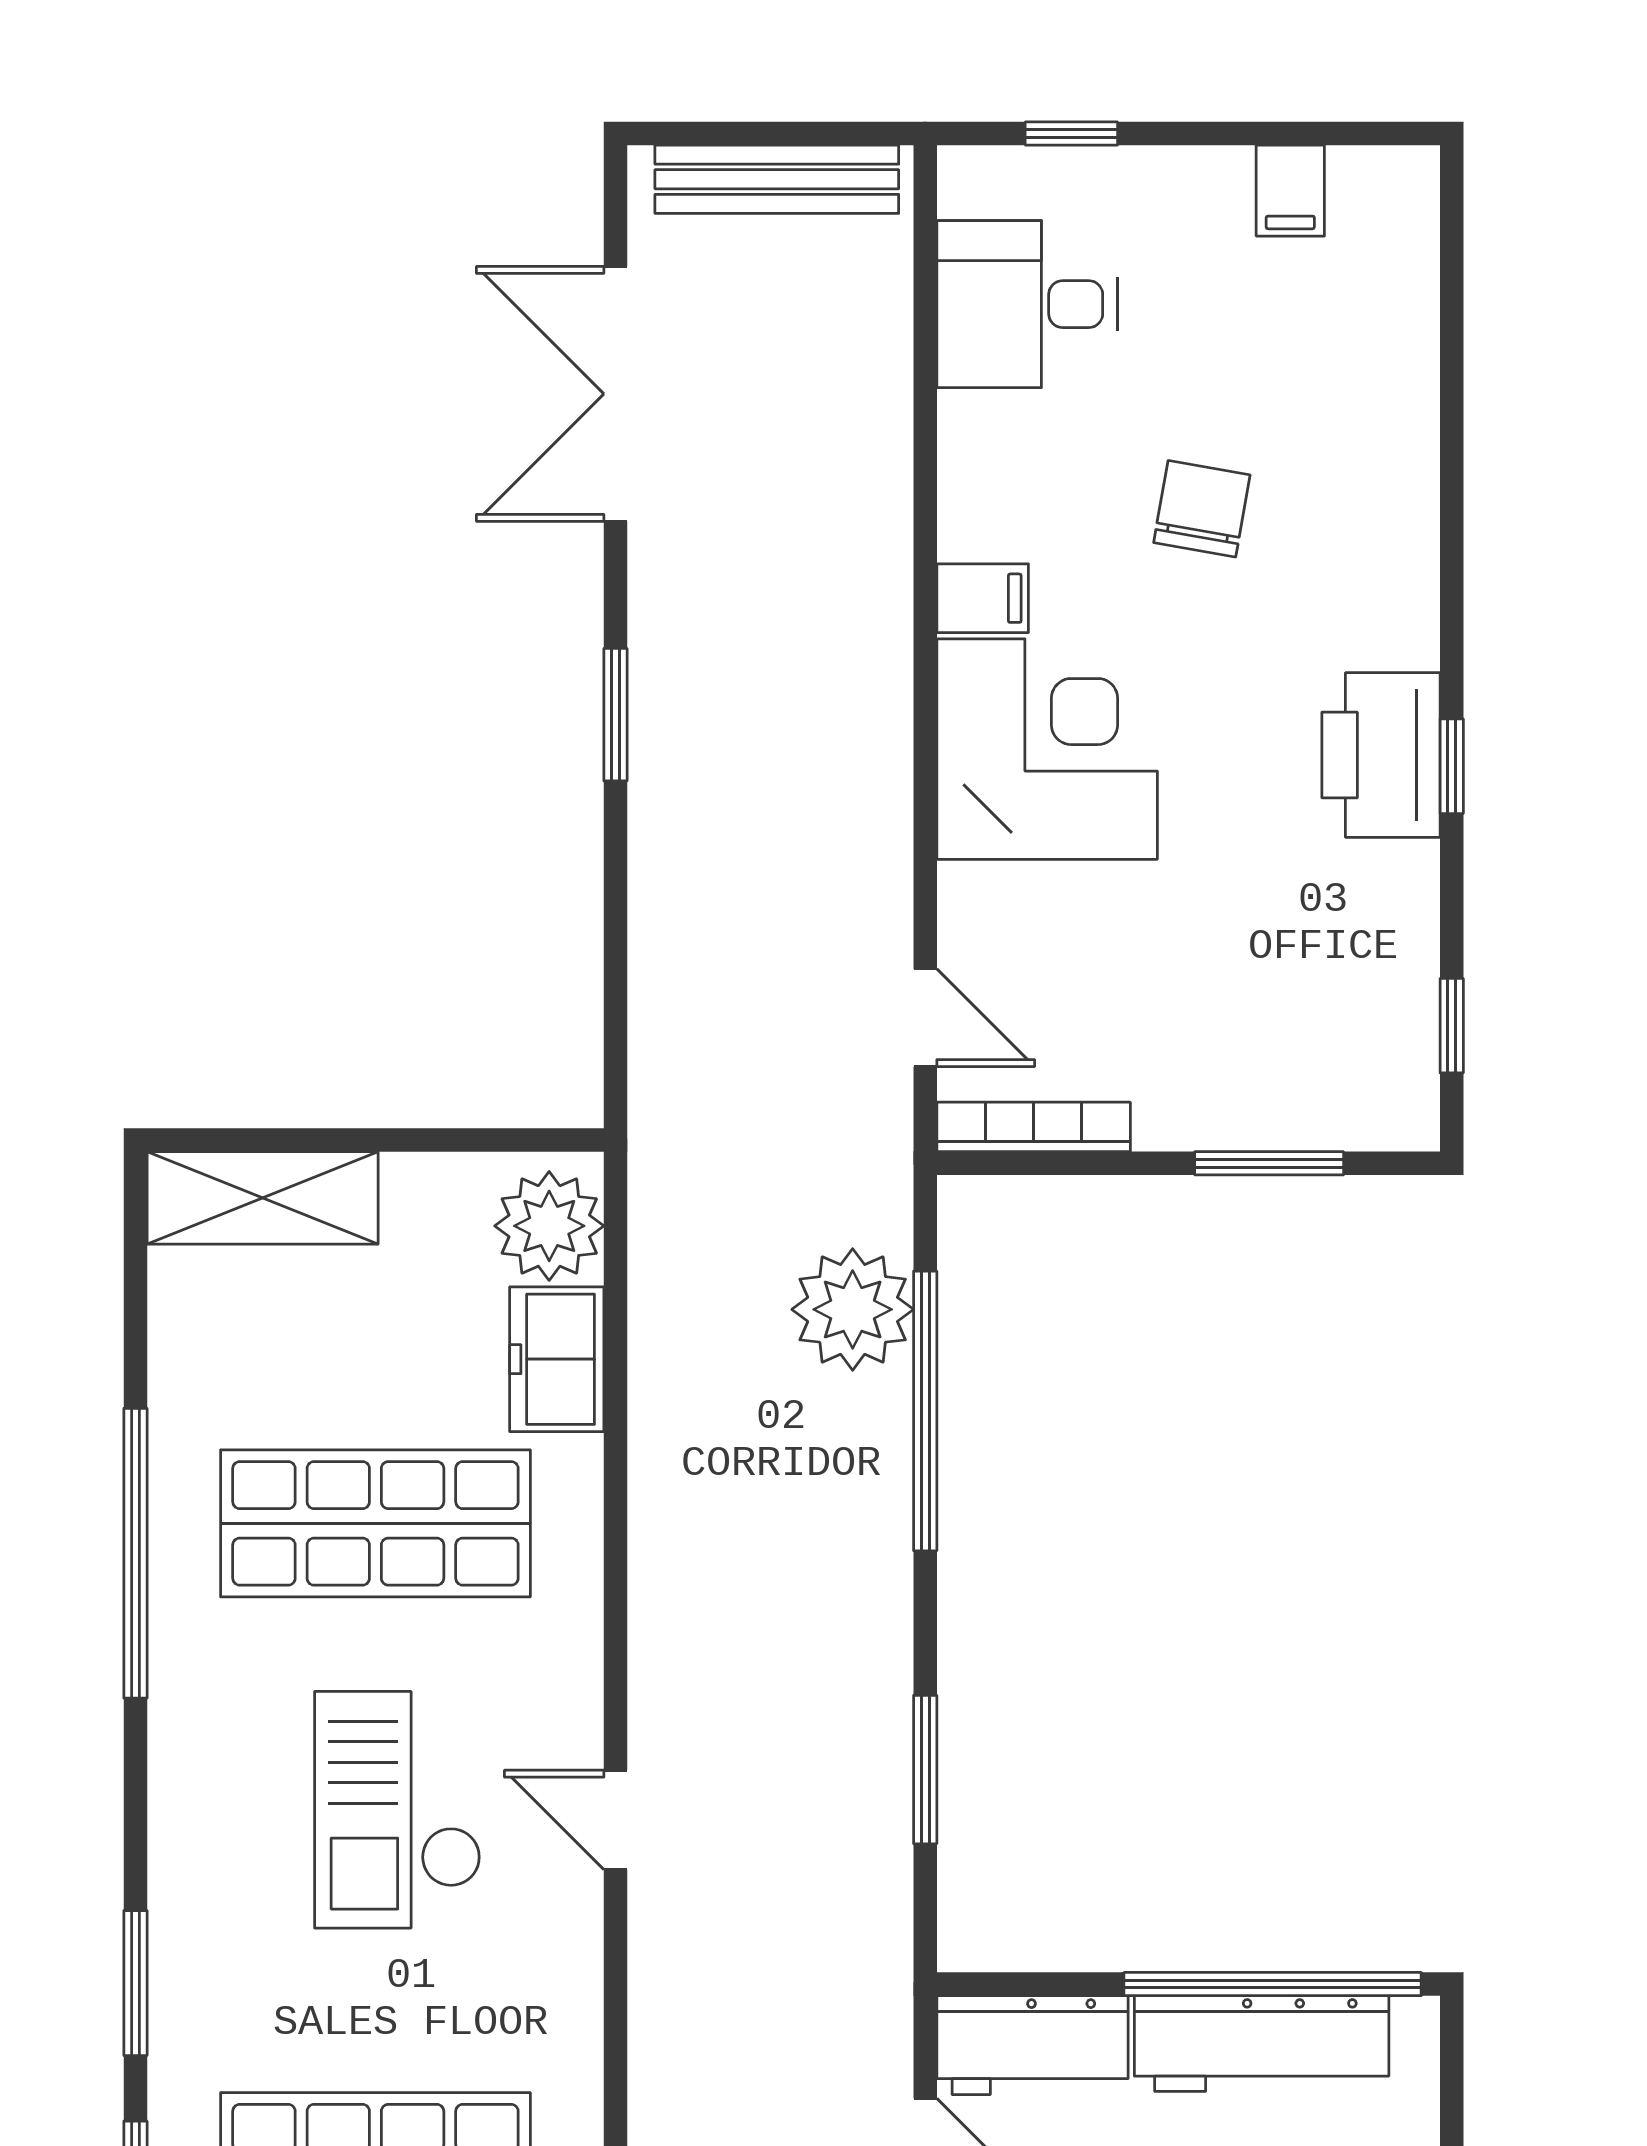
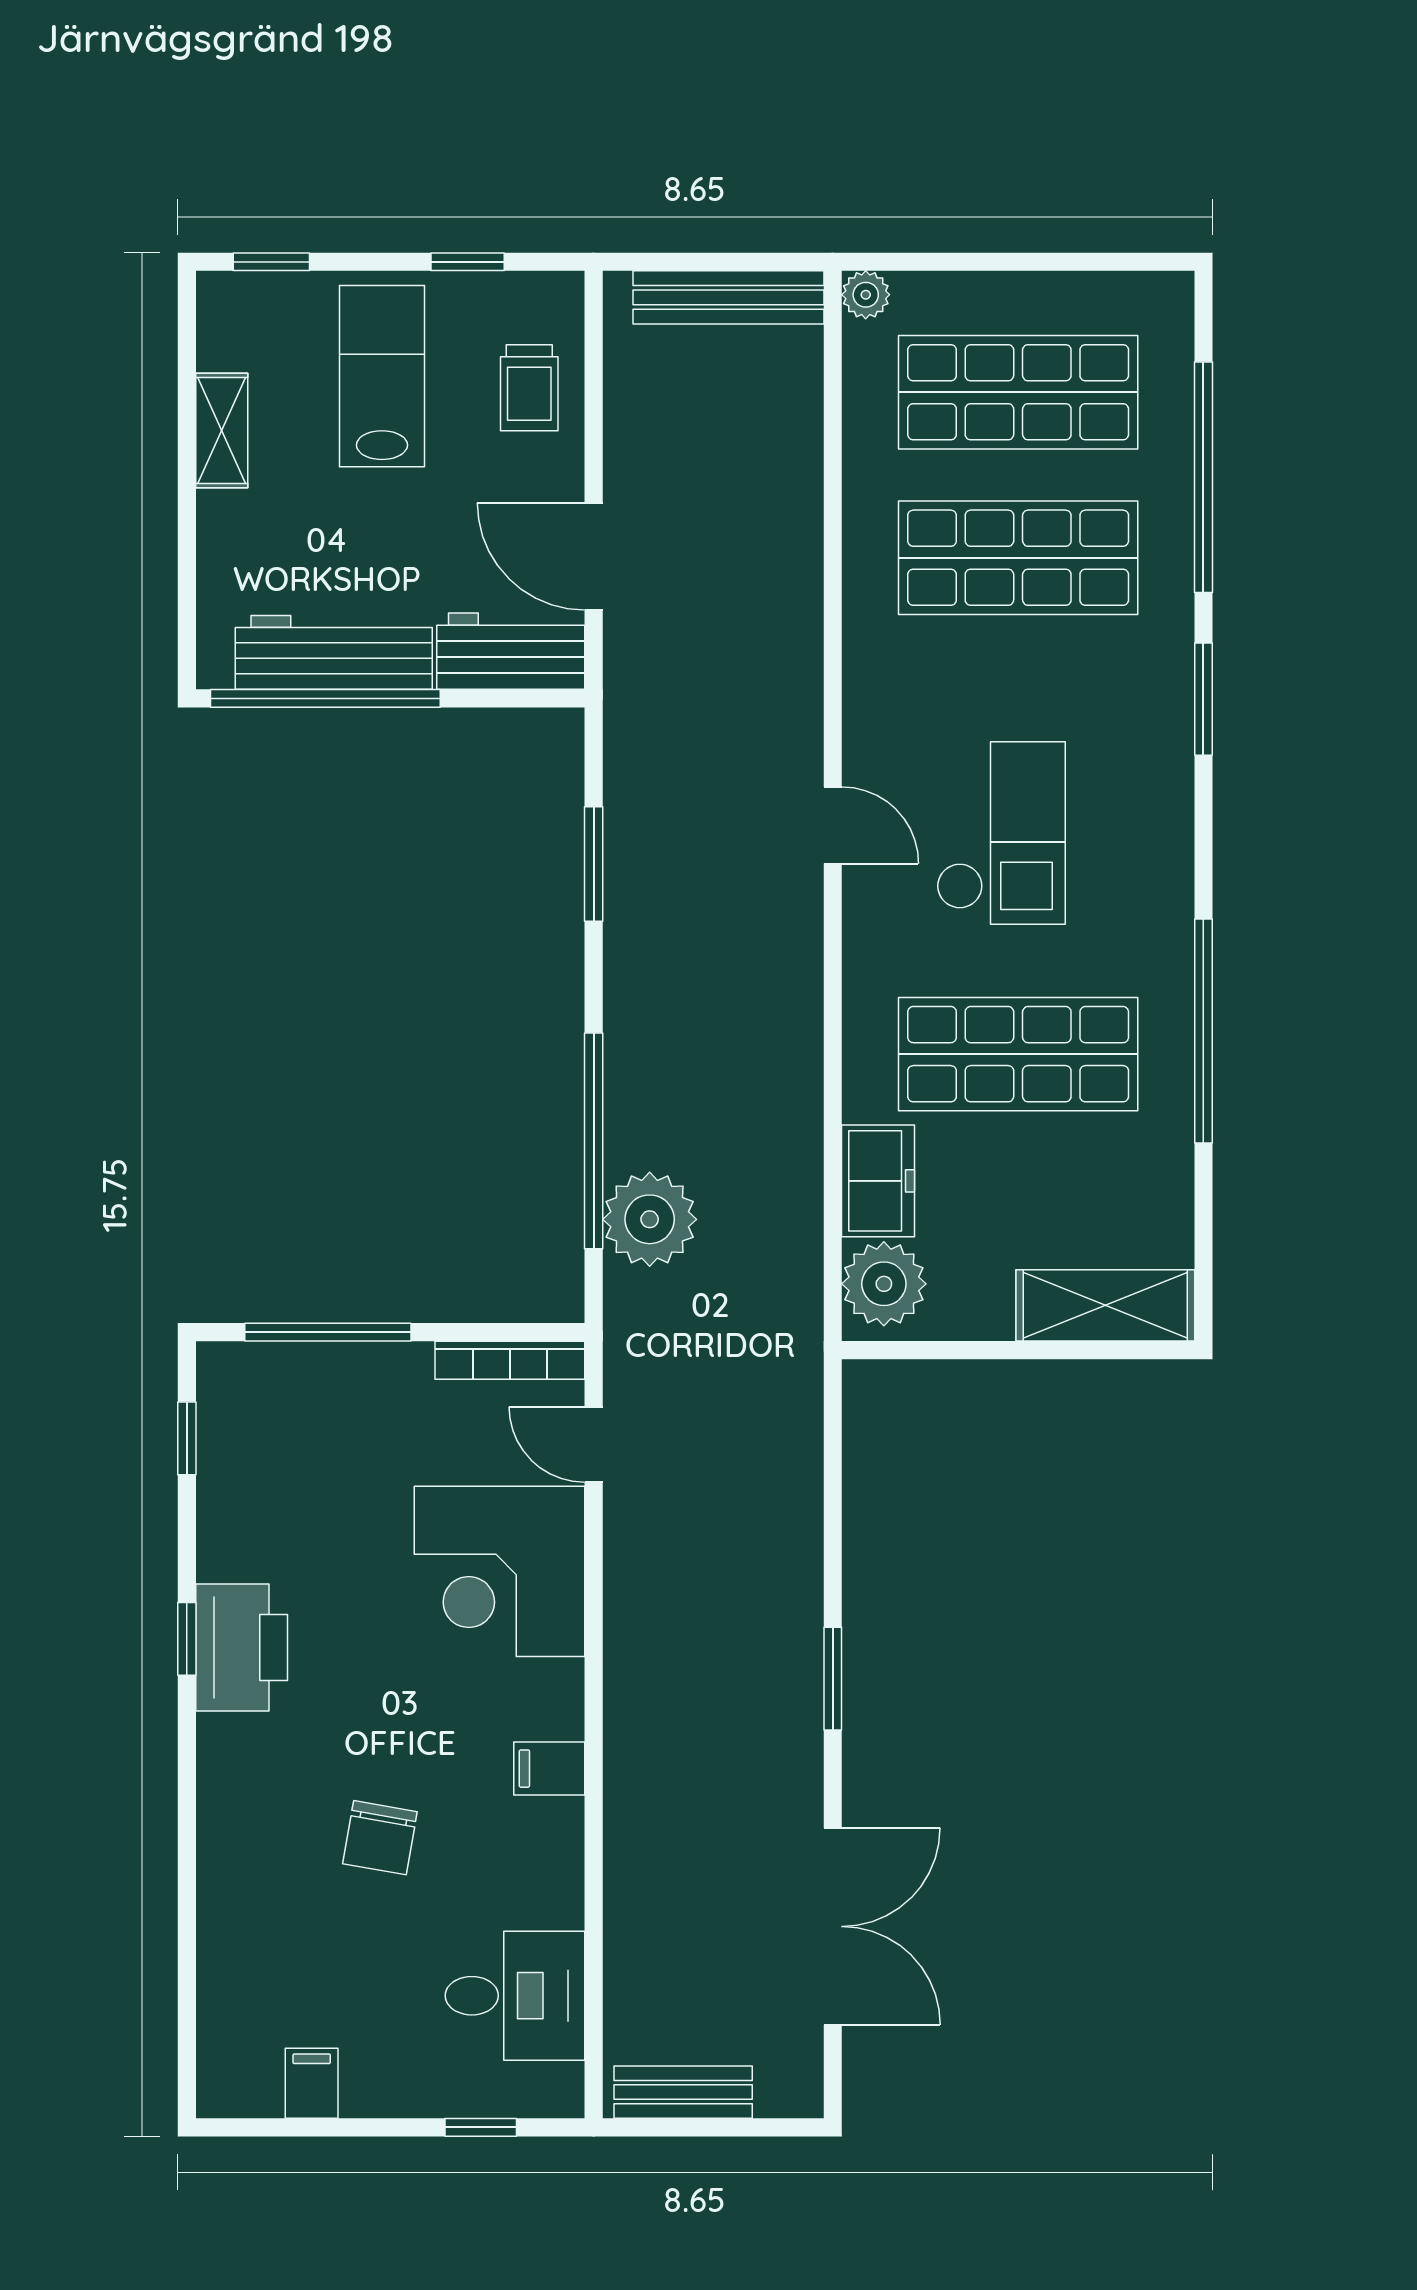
bench: (777, 179) -> (683, 2092), width x0.73
corner desk: (1047, 749) -> (499, 1571), moved
window: (1269, 1163) -> (328, 1332), width x1.44

